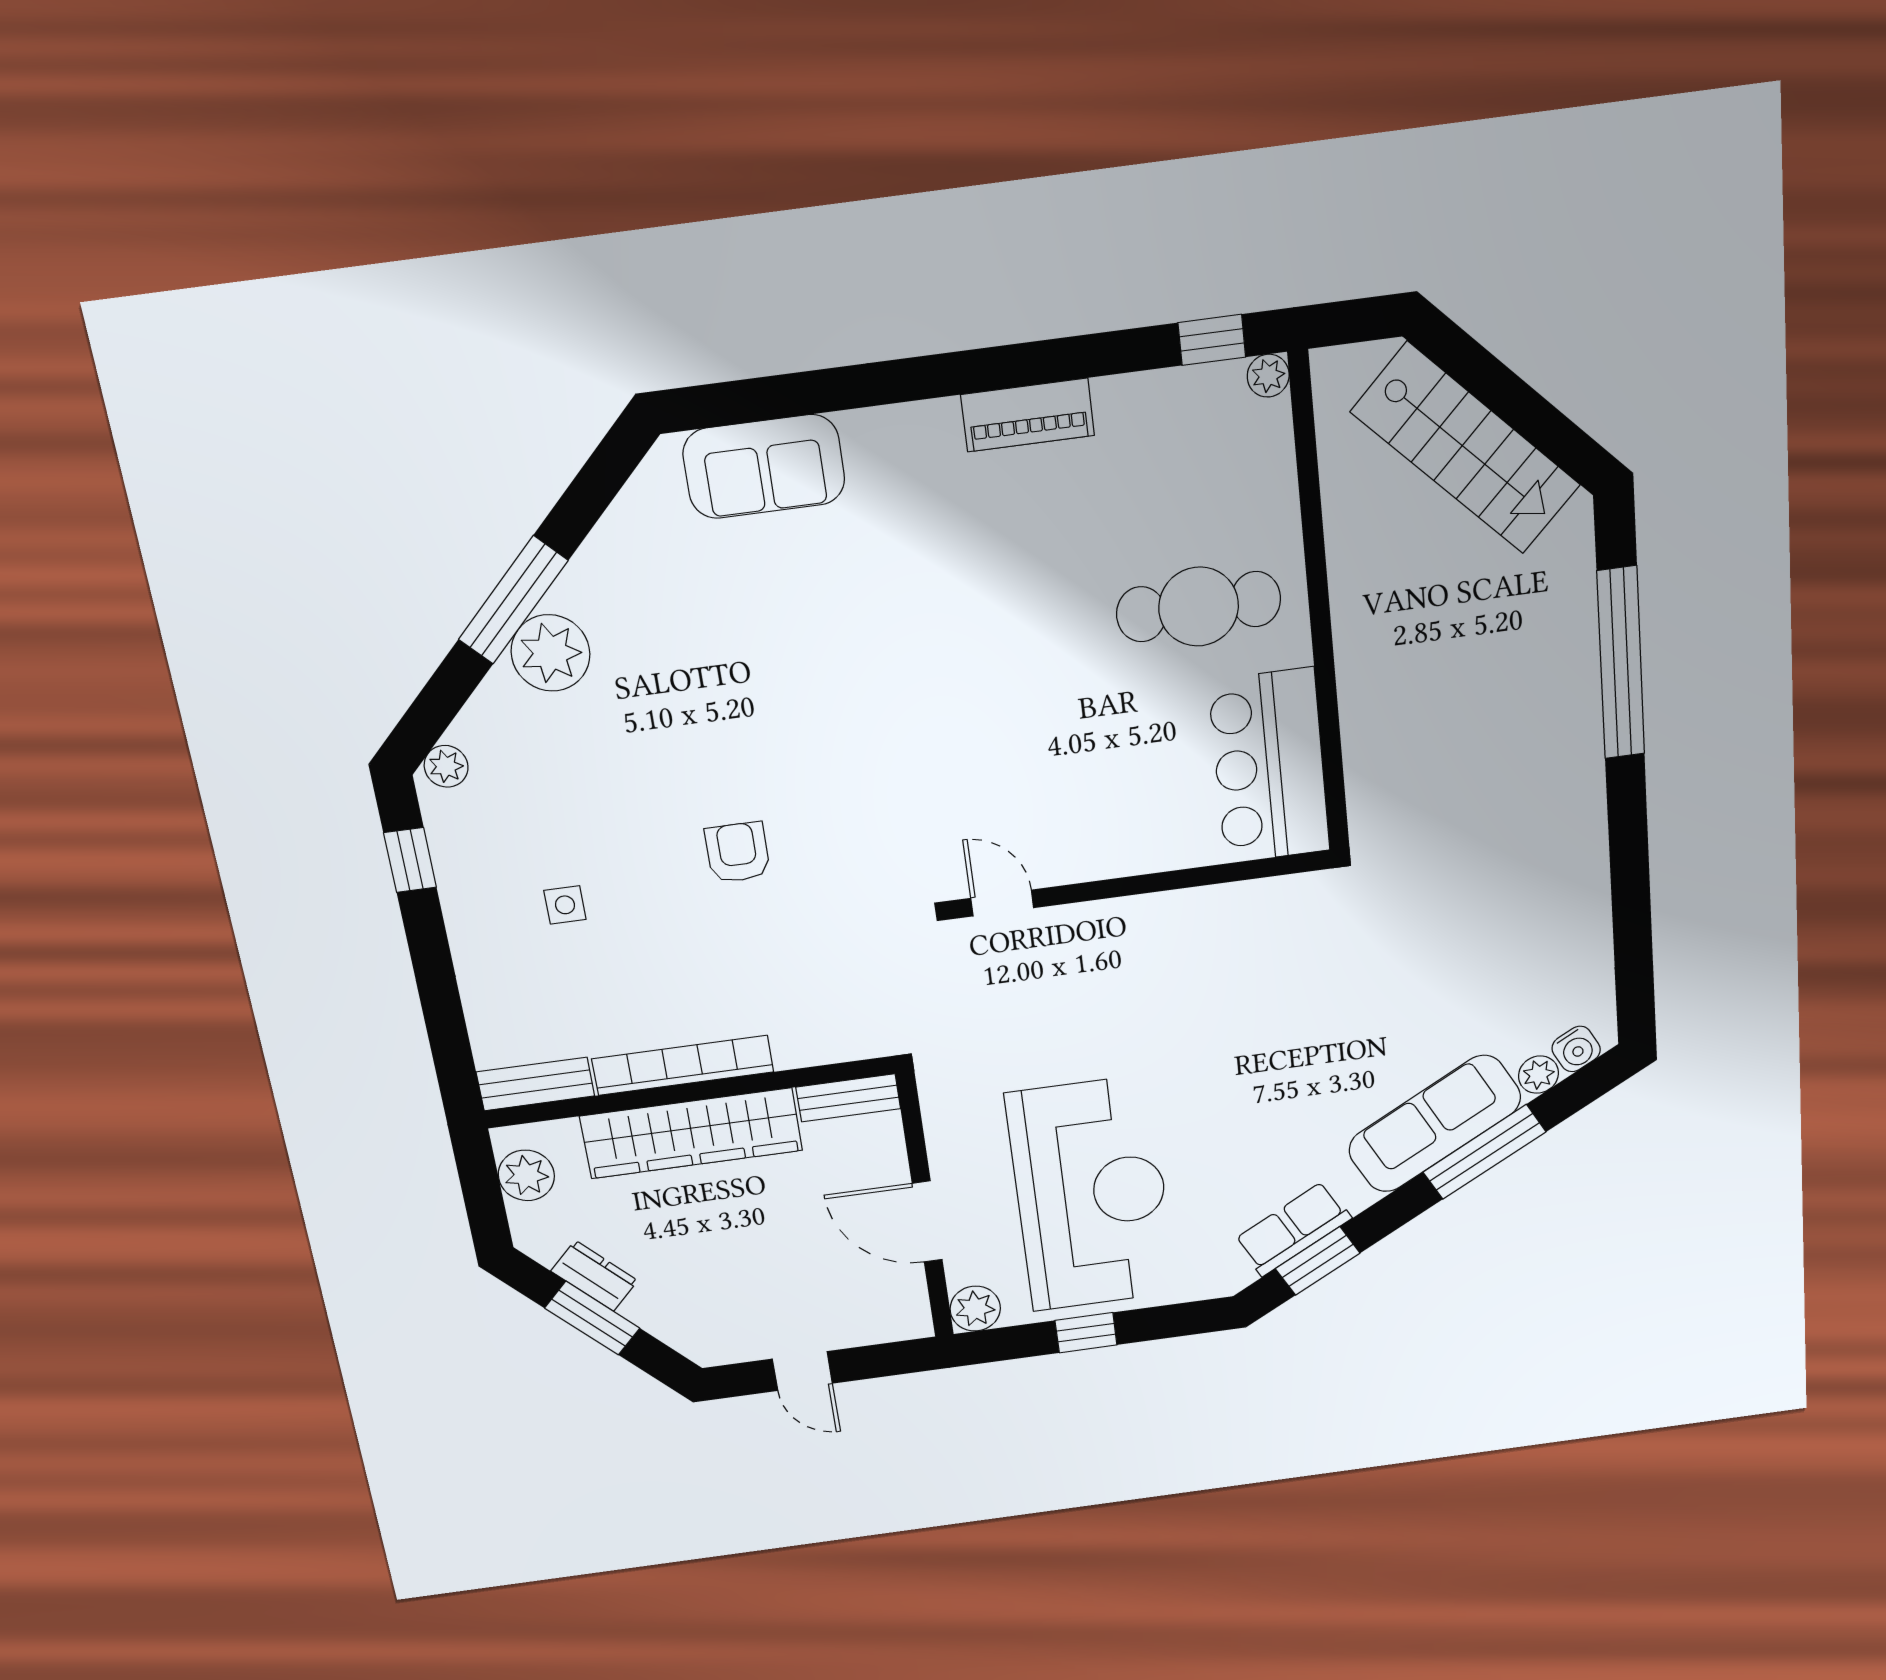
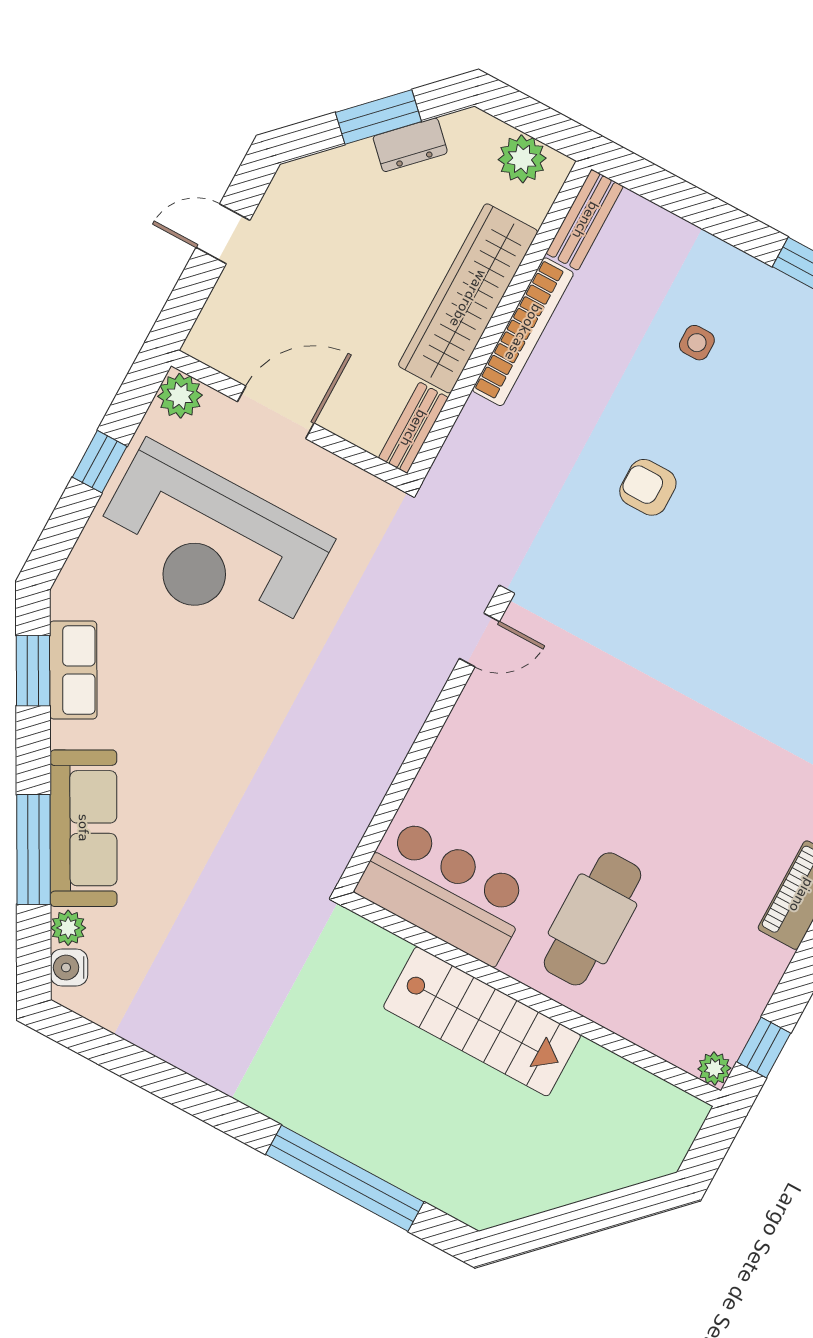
stairs: (1466, 448) -> (482, 1021), moved, turned -135
armchair: (738, 852) -> (648, 487), turned 180

